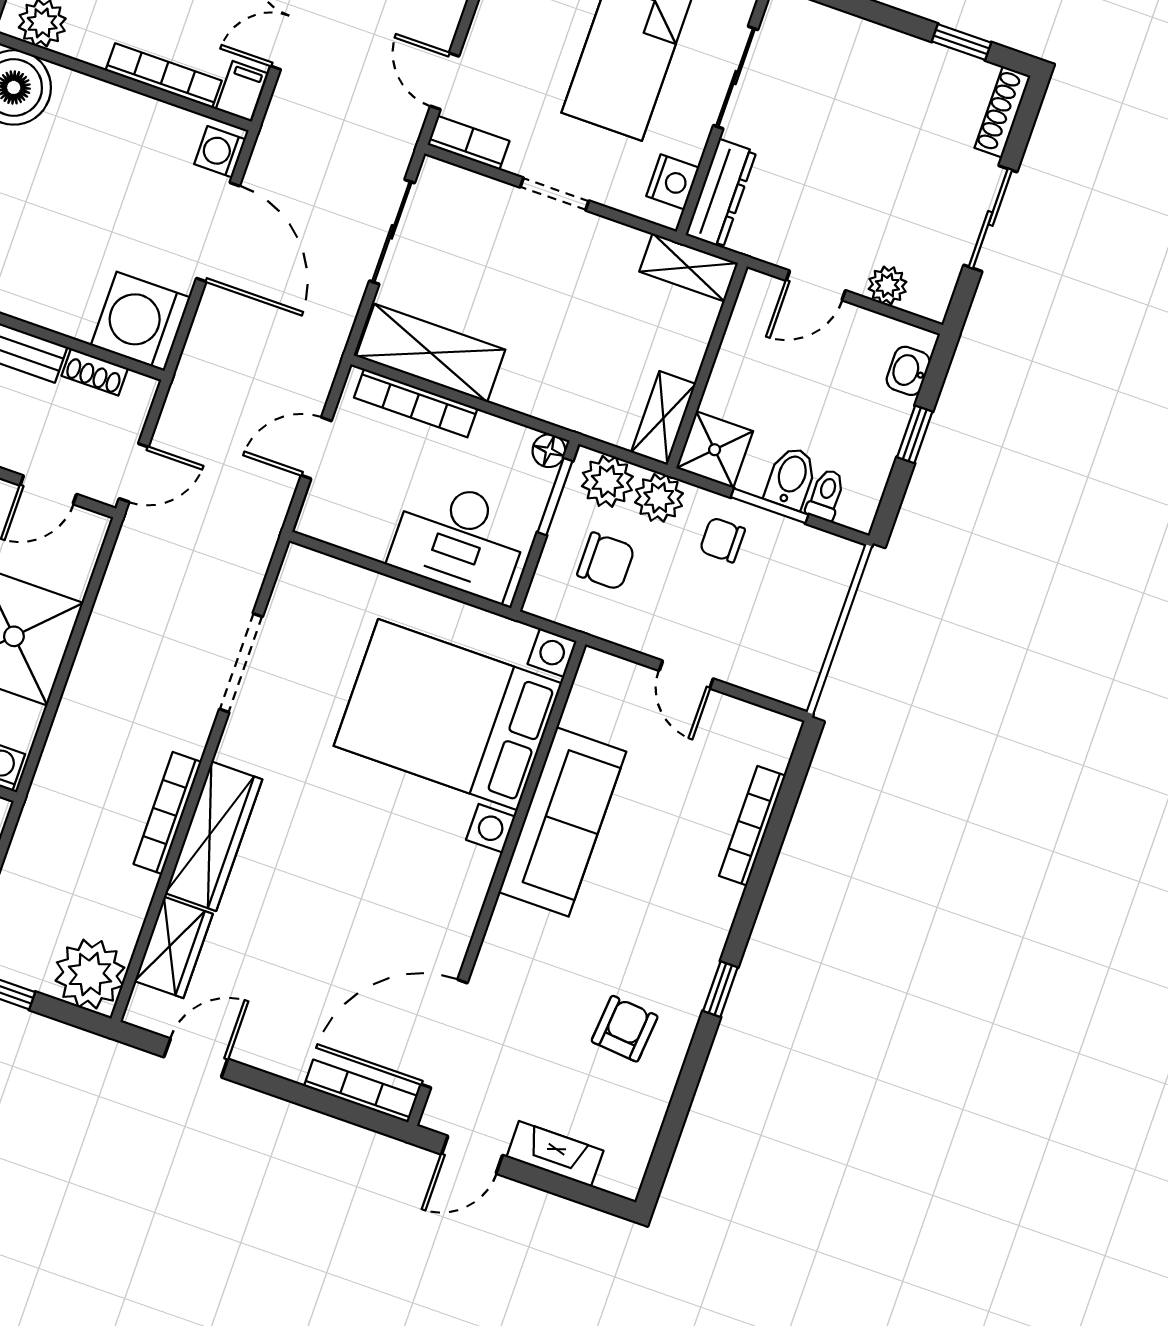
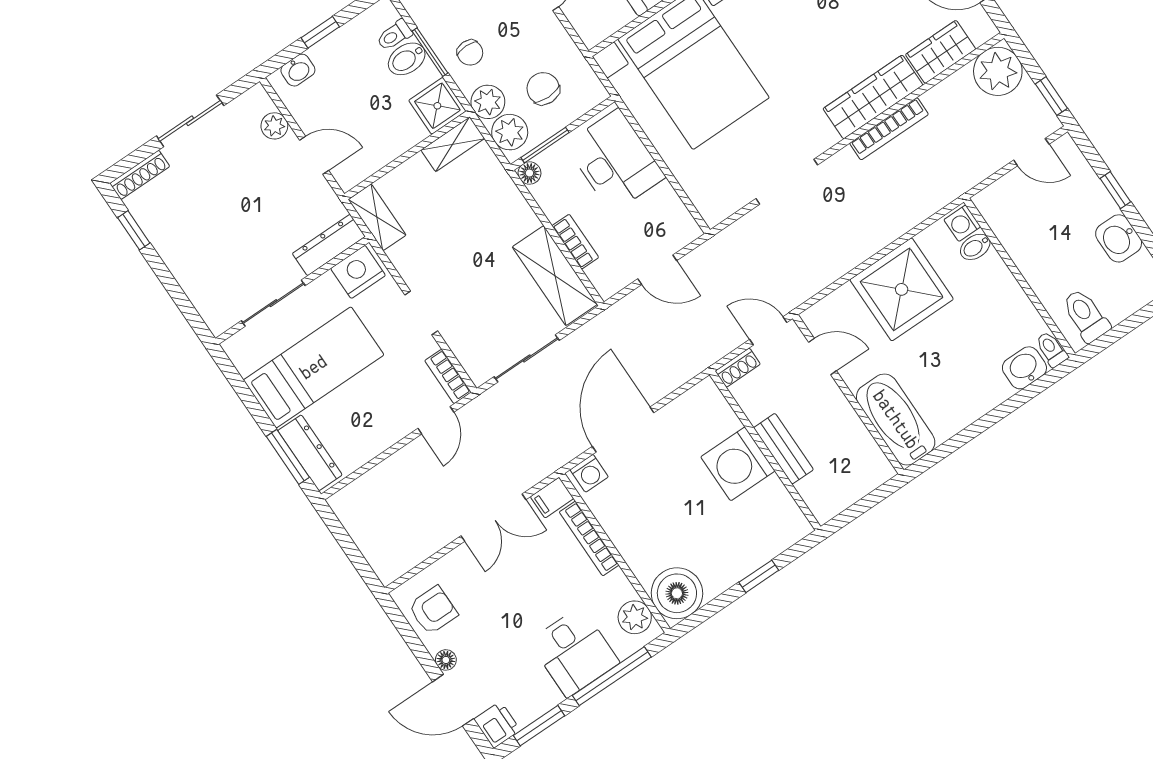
nightstand: (673, 182) -> (358, 272), width x1.36, depth x1.33
washing machine: (141, 321) -> (738, 464), moved, turned 90
shoe rack: (95, 372) -> (738, 368), moved, turned 90
bookcase: (416, 403) -> (575, 242), width x0.64

